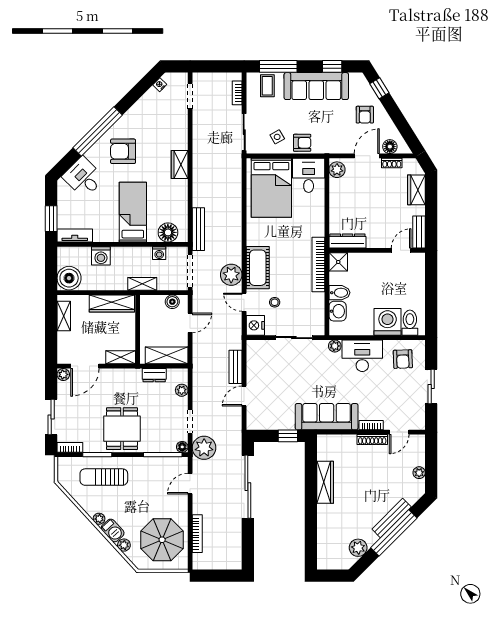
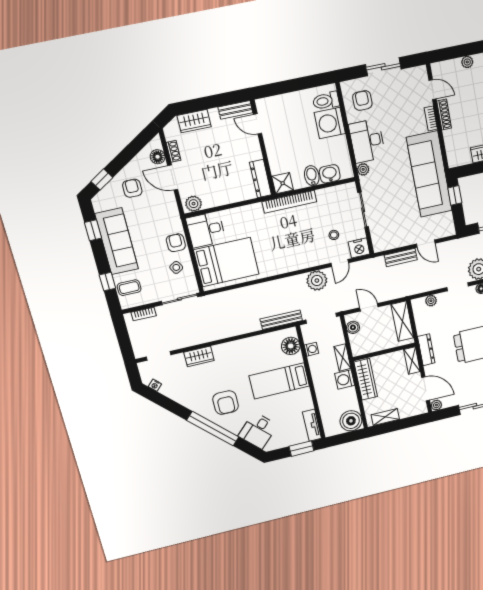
window: (278, 66) -> (107, 282), width x0.46
armchair: (365, 115) -> (132, 188), turned -90
wardrobe: (180, 164) -> (199, 356), moved
washing machine: (101, 256) -> (345, 379), moved, turned 180
cot: (258, 268) -> (305, 258), removed
armchair: (403, 359) -> (362, 100), turned -88
dresser: (154, 375) -> (426, 350), moved, width x1.44
sofa: (327, 417) -> (429, 174), width x1.36, depth x1.27

